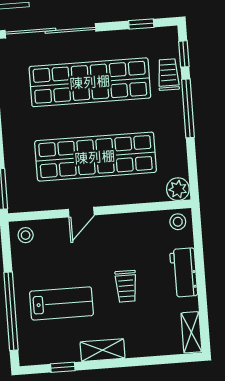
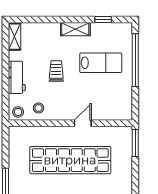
plant: (178, 189) -> (16, 134), removed
stool: (26, 235) -> (39, 108), moved
lab bench: (61, 303) -> (101, 63), turned 180

